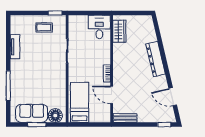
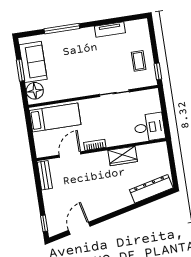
wardrobe: (119, 31) -> (123, 156), moved
dresser: (156, 59) -> (151, 189), moved

